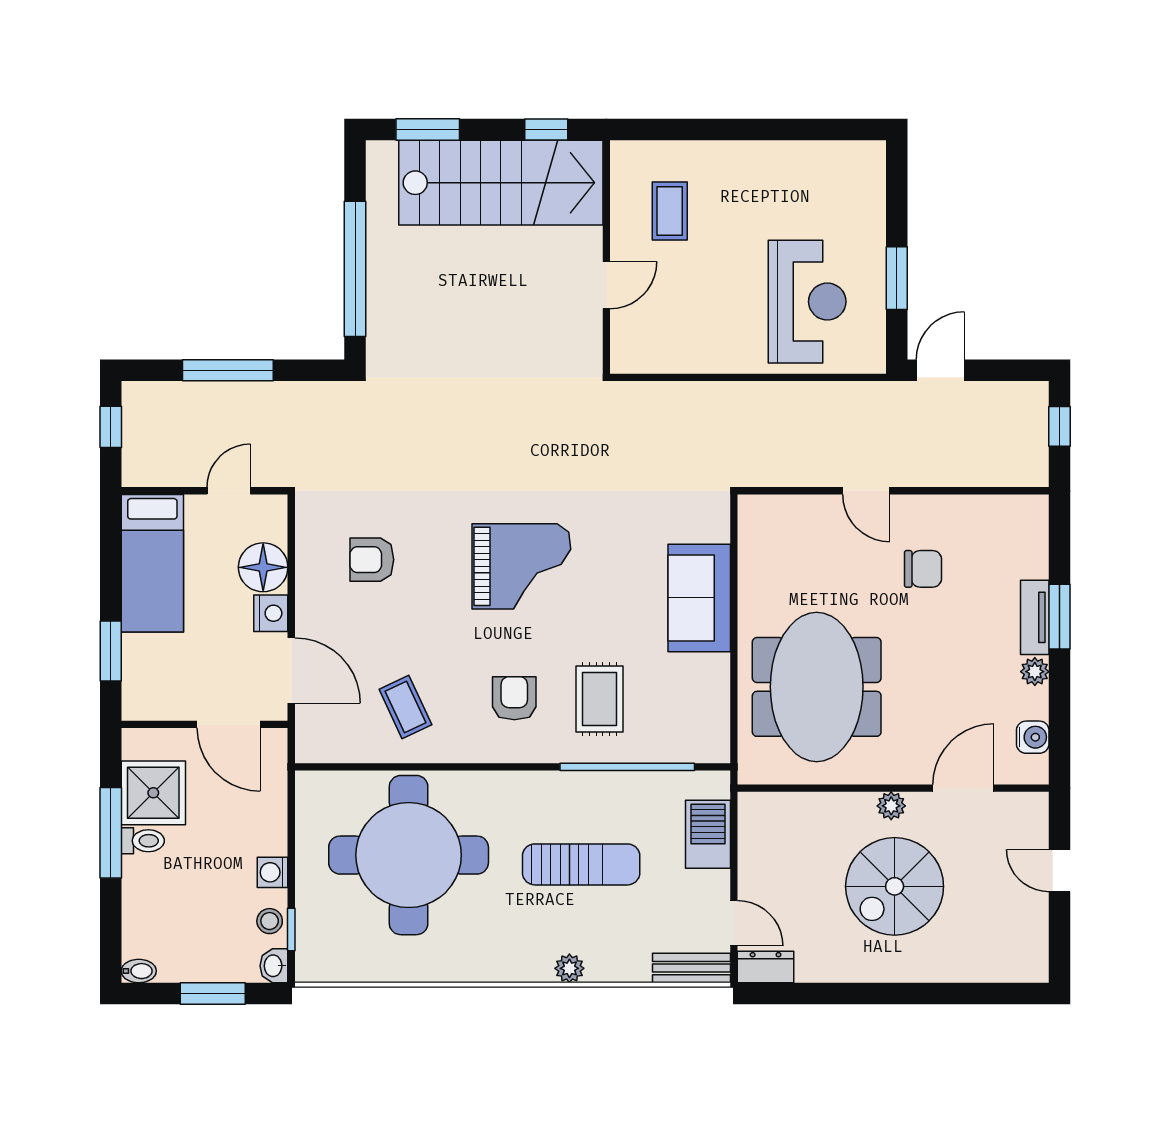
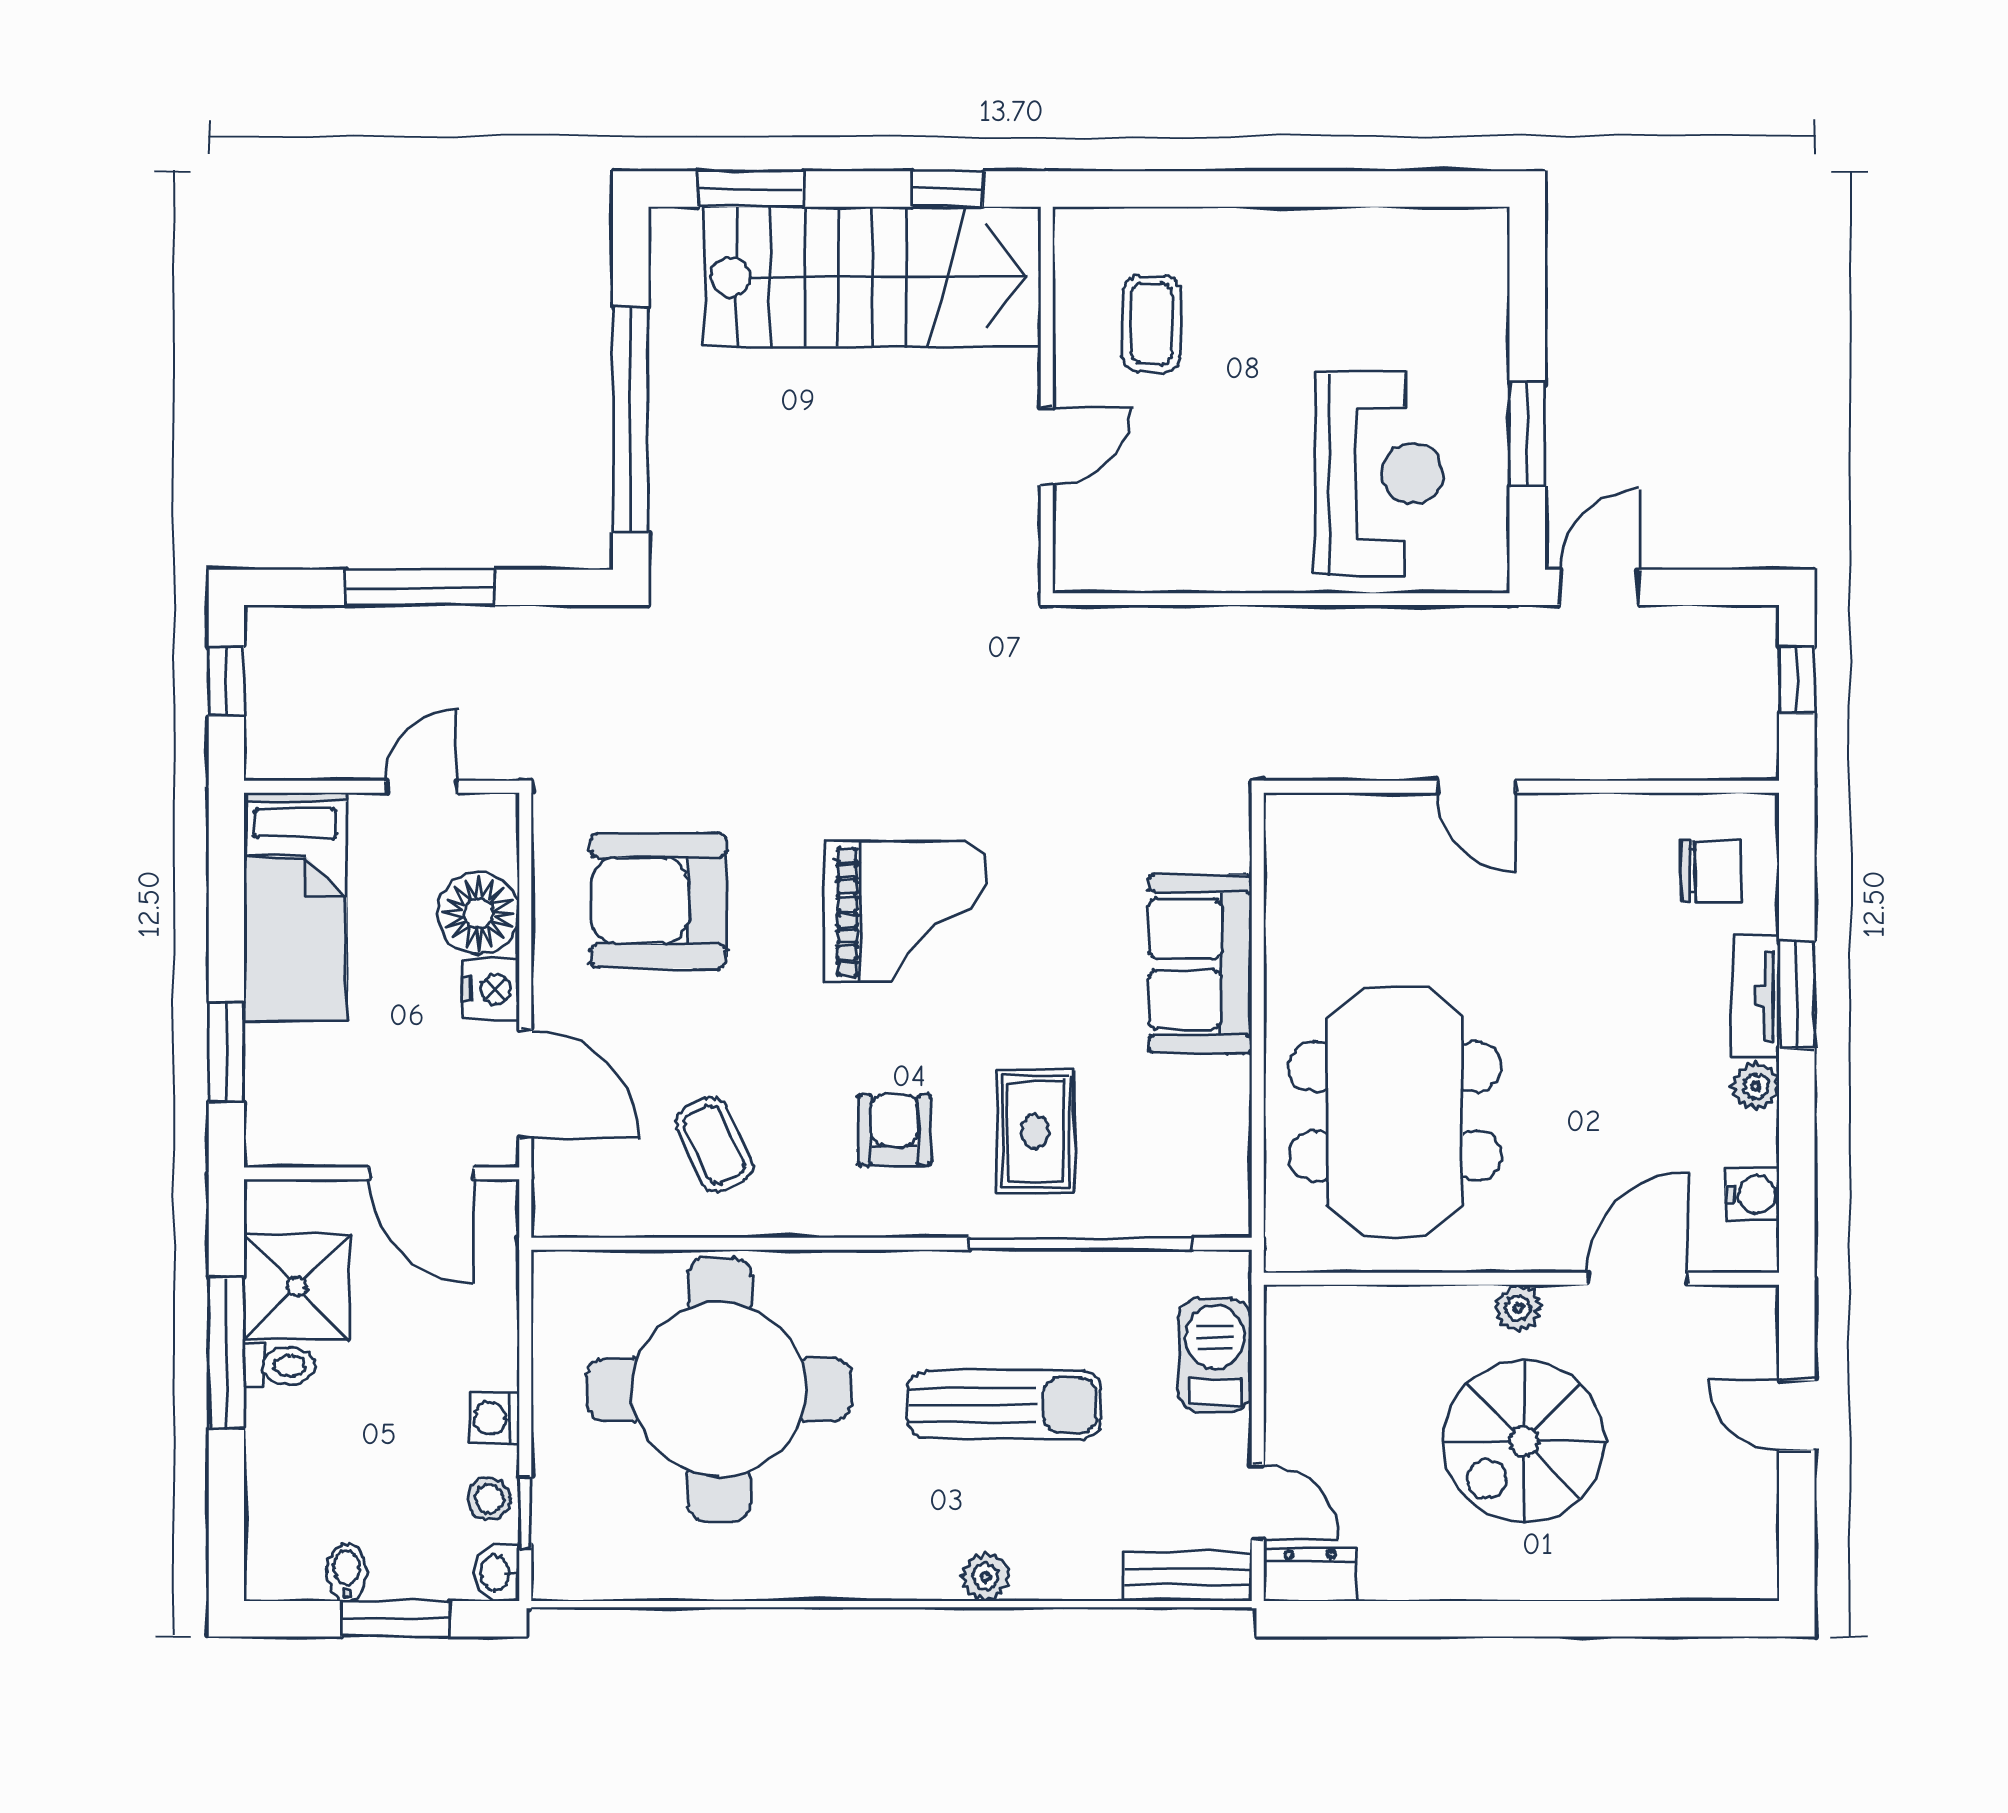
armchair: (372, 560) -> (658, 901), width x1.88, depth x1.88
chair: (923, 569) -> (1711, 871), moved
bidet: (139, 971) -> (347, 1572), moved, turned -90

